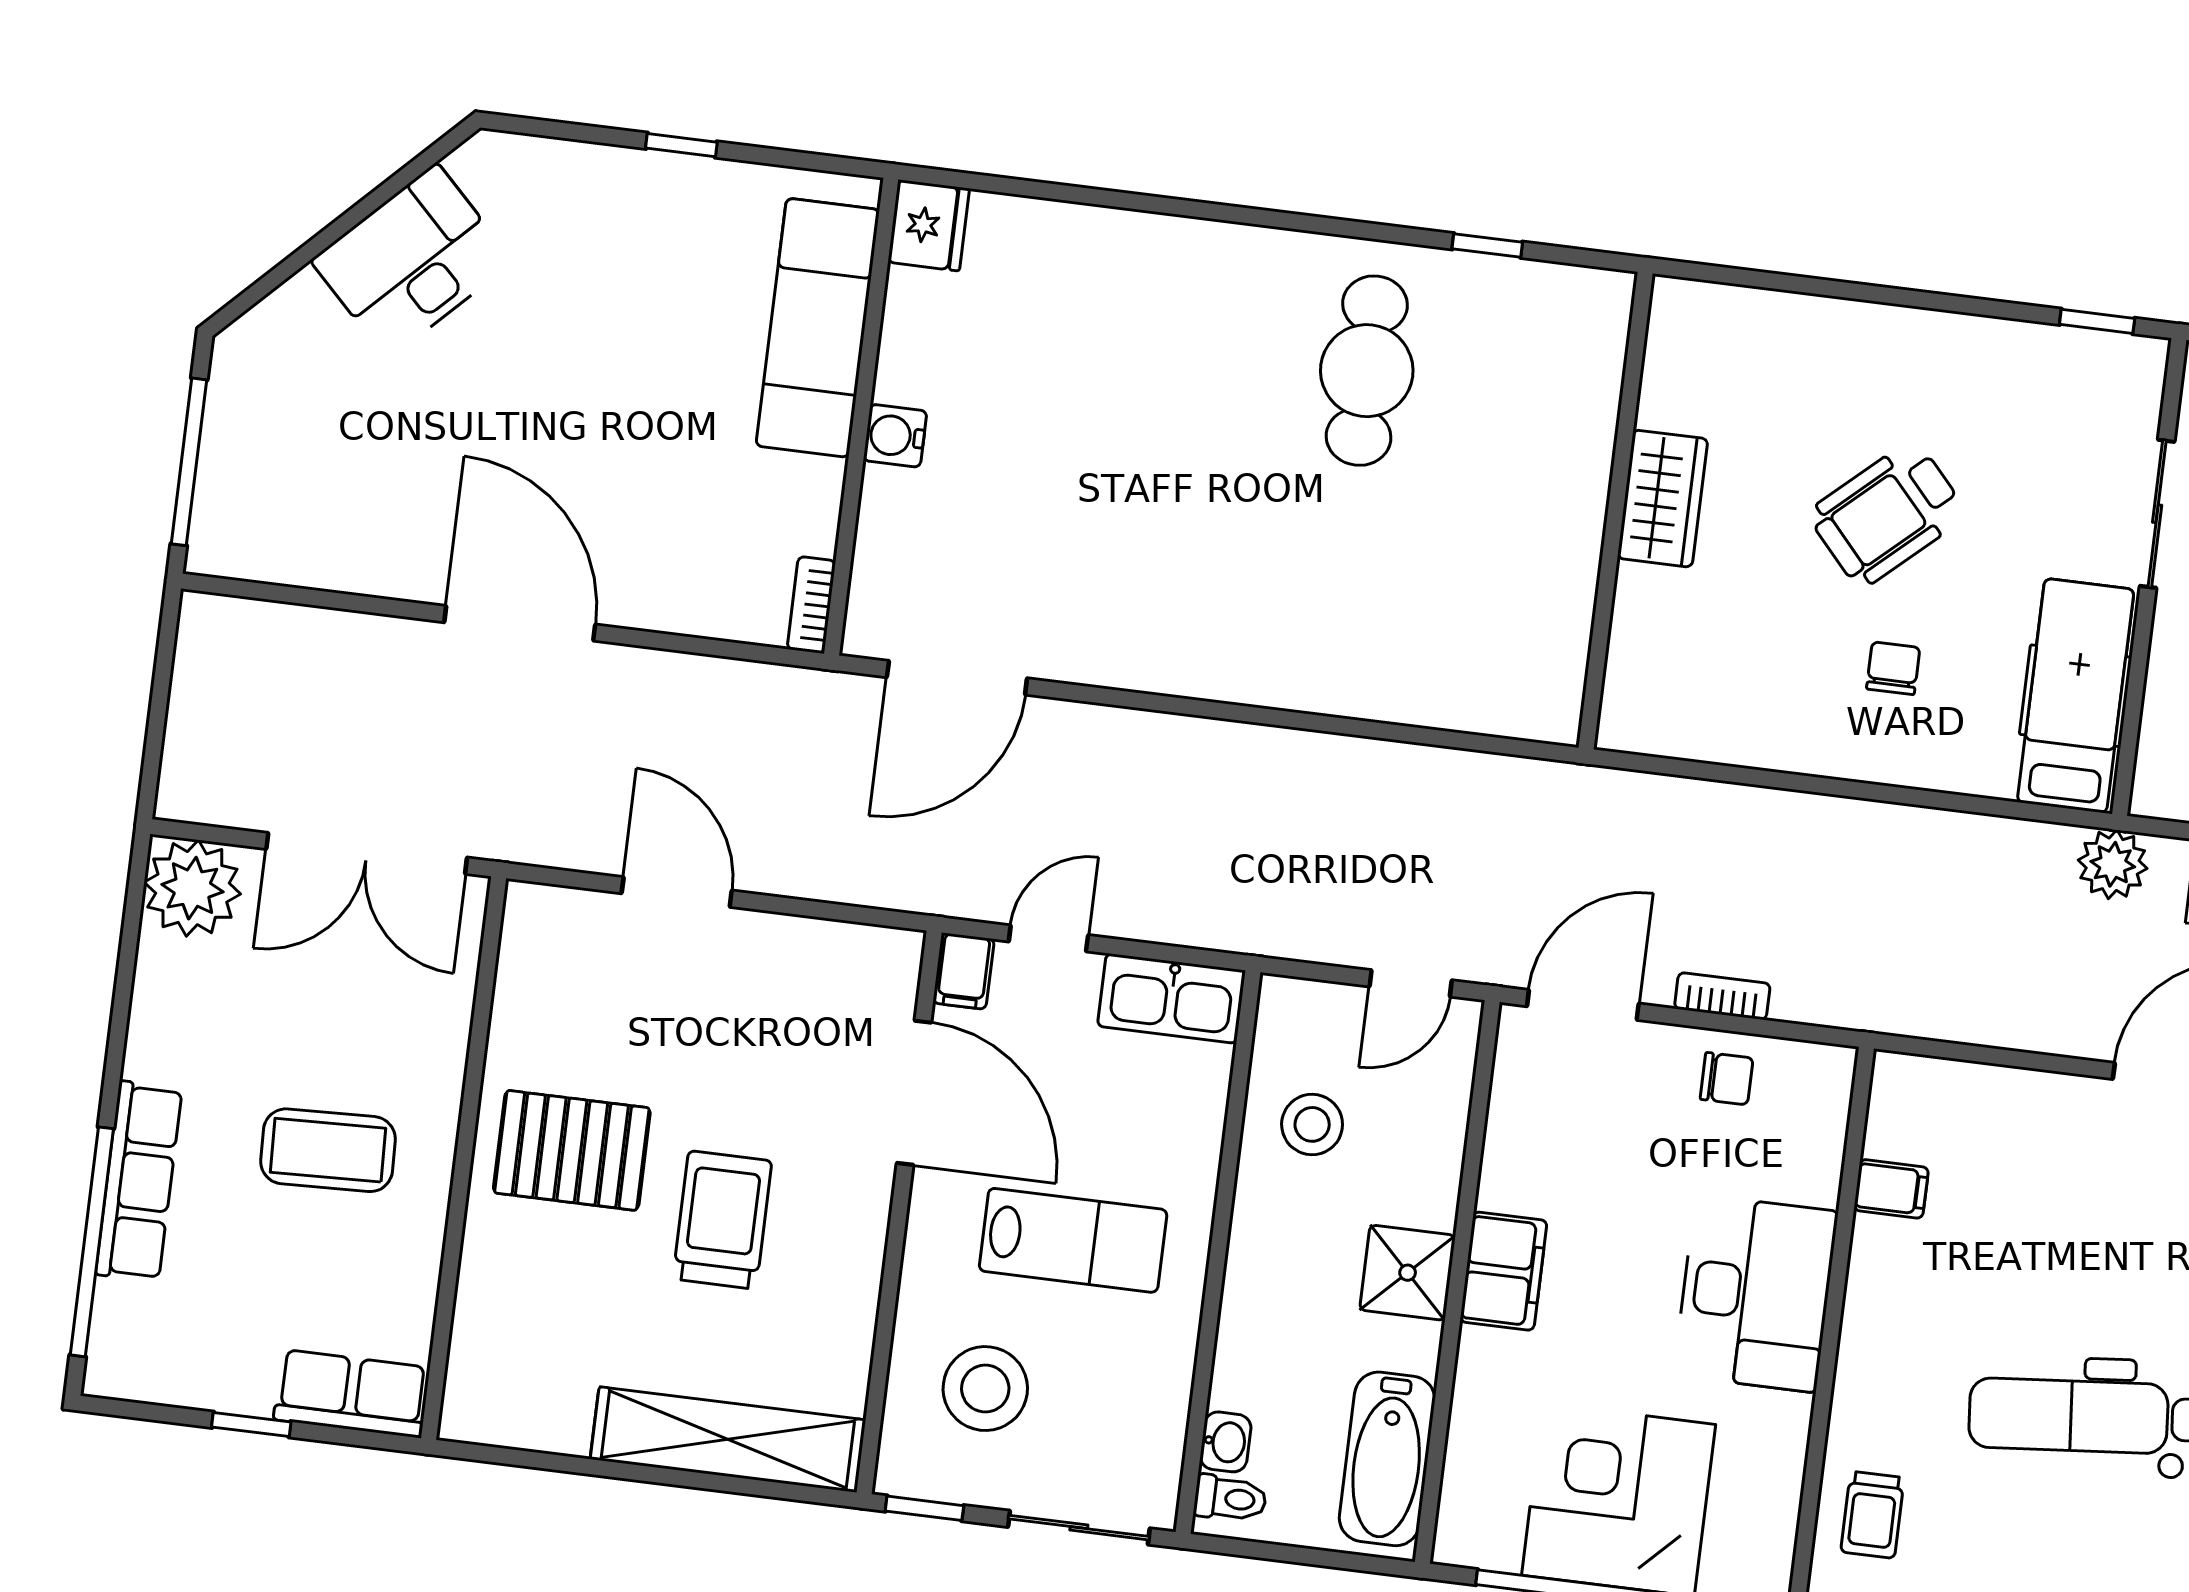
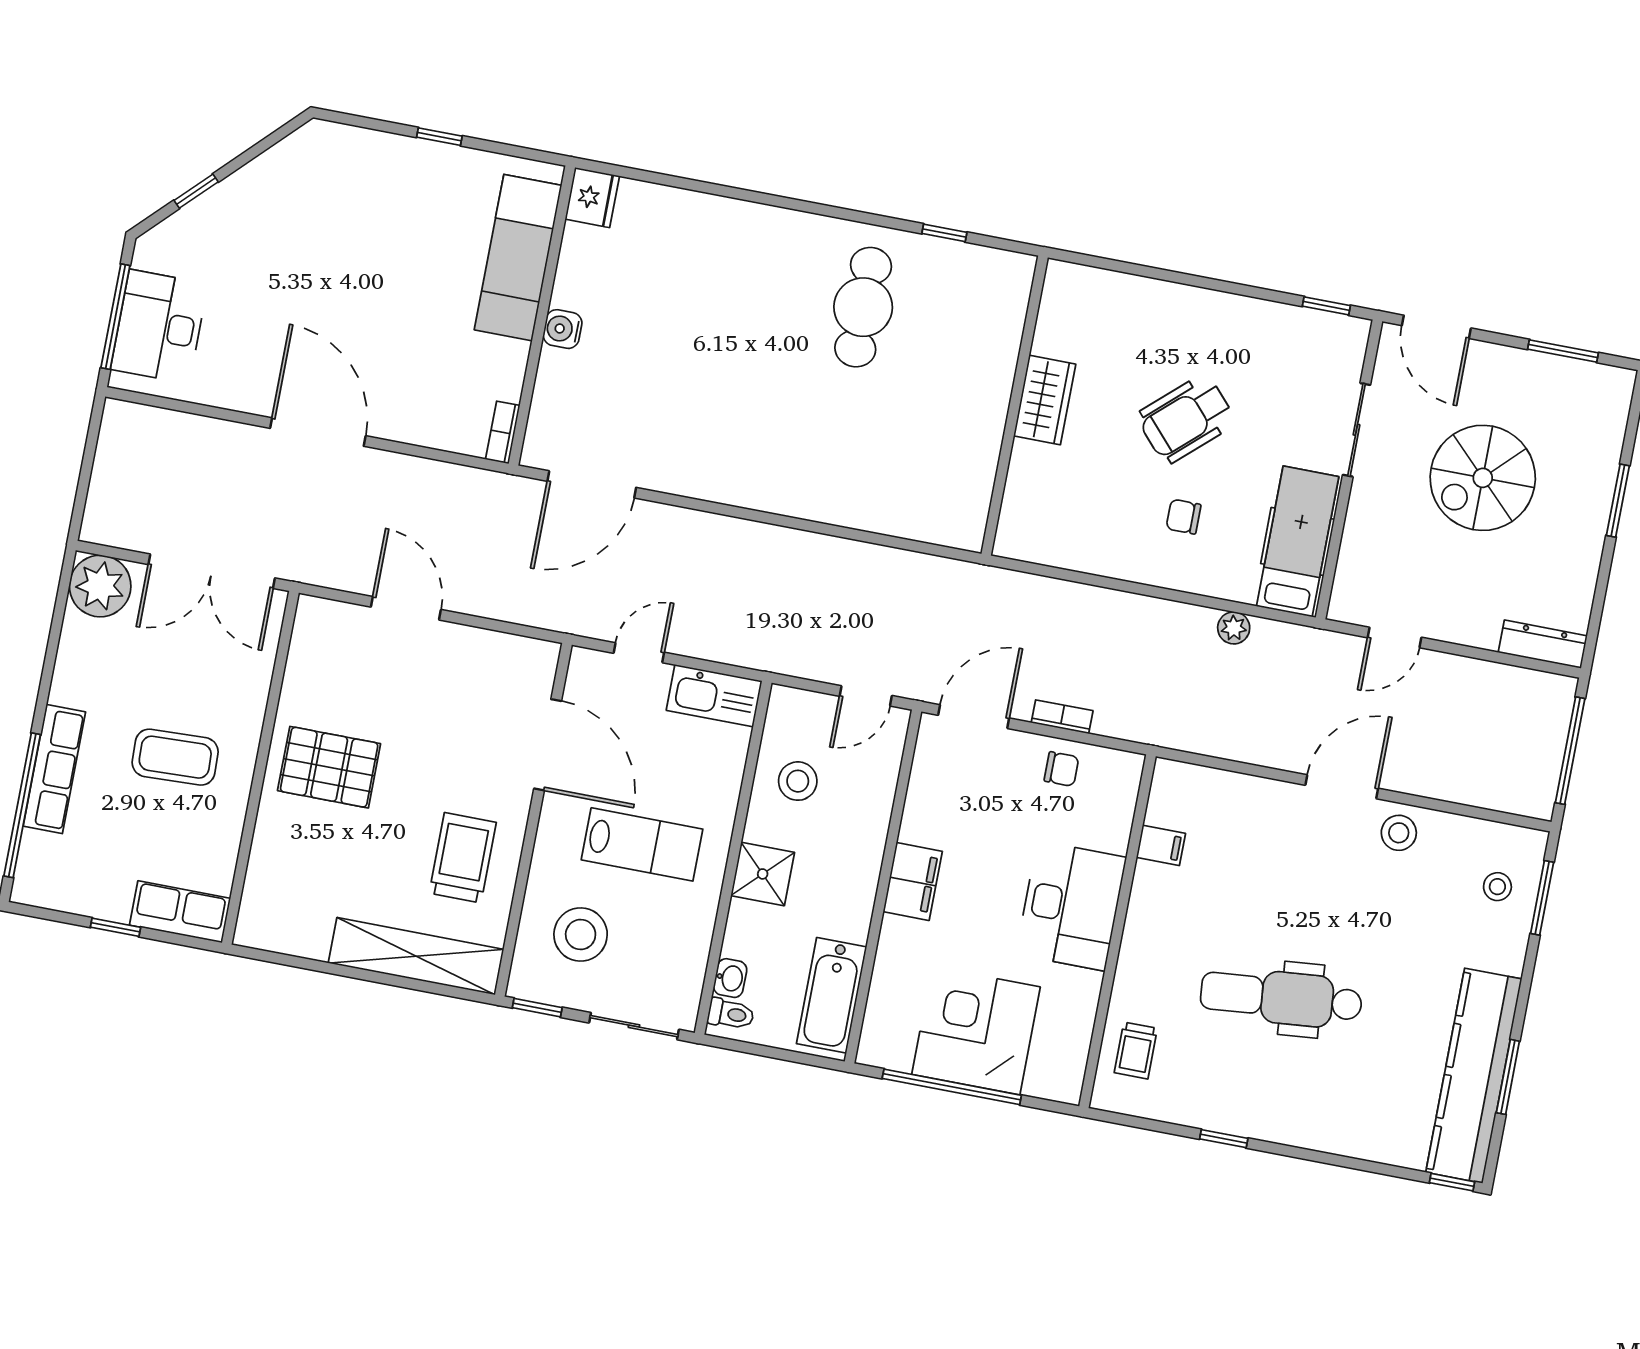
window: (303, 256) -> (196, 191), added
desk: (412, 261) -> (159, 327), moved, turned -45
chair: (1893, 668) -> (1183, 517), turned -90
plant: (2113, 864) -> (1234, 628), moved, width x0.73, depth x0.73
filing cabinet: (964, 971) -> (584, 670), removed
trolley: (722, 1220) -> (463, 858), moved
shower: (1408, 1273) -> (763, 874), moved

